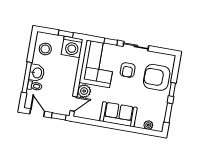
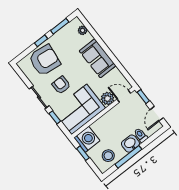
armchair: (128, 70) -> (61, 85), turned -90
window: (27, 77) -> (128, 157), moved
armchair: (157, 77) -> (45, 60), turned -83

